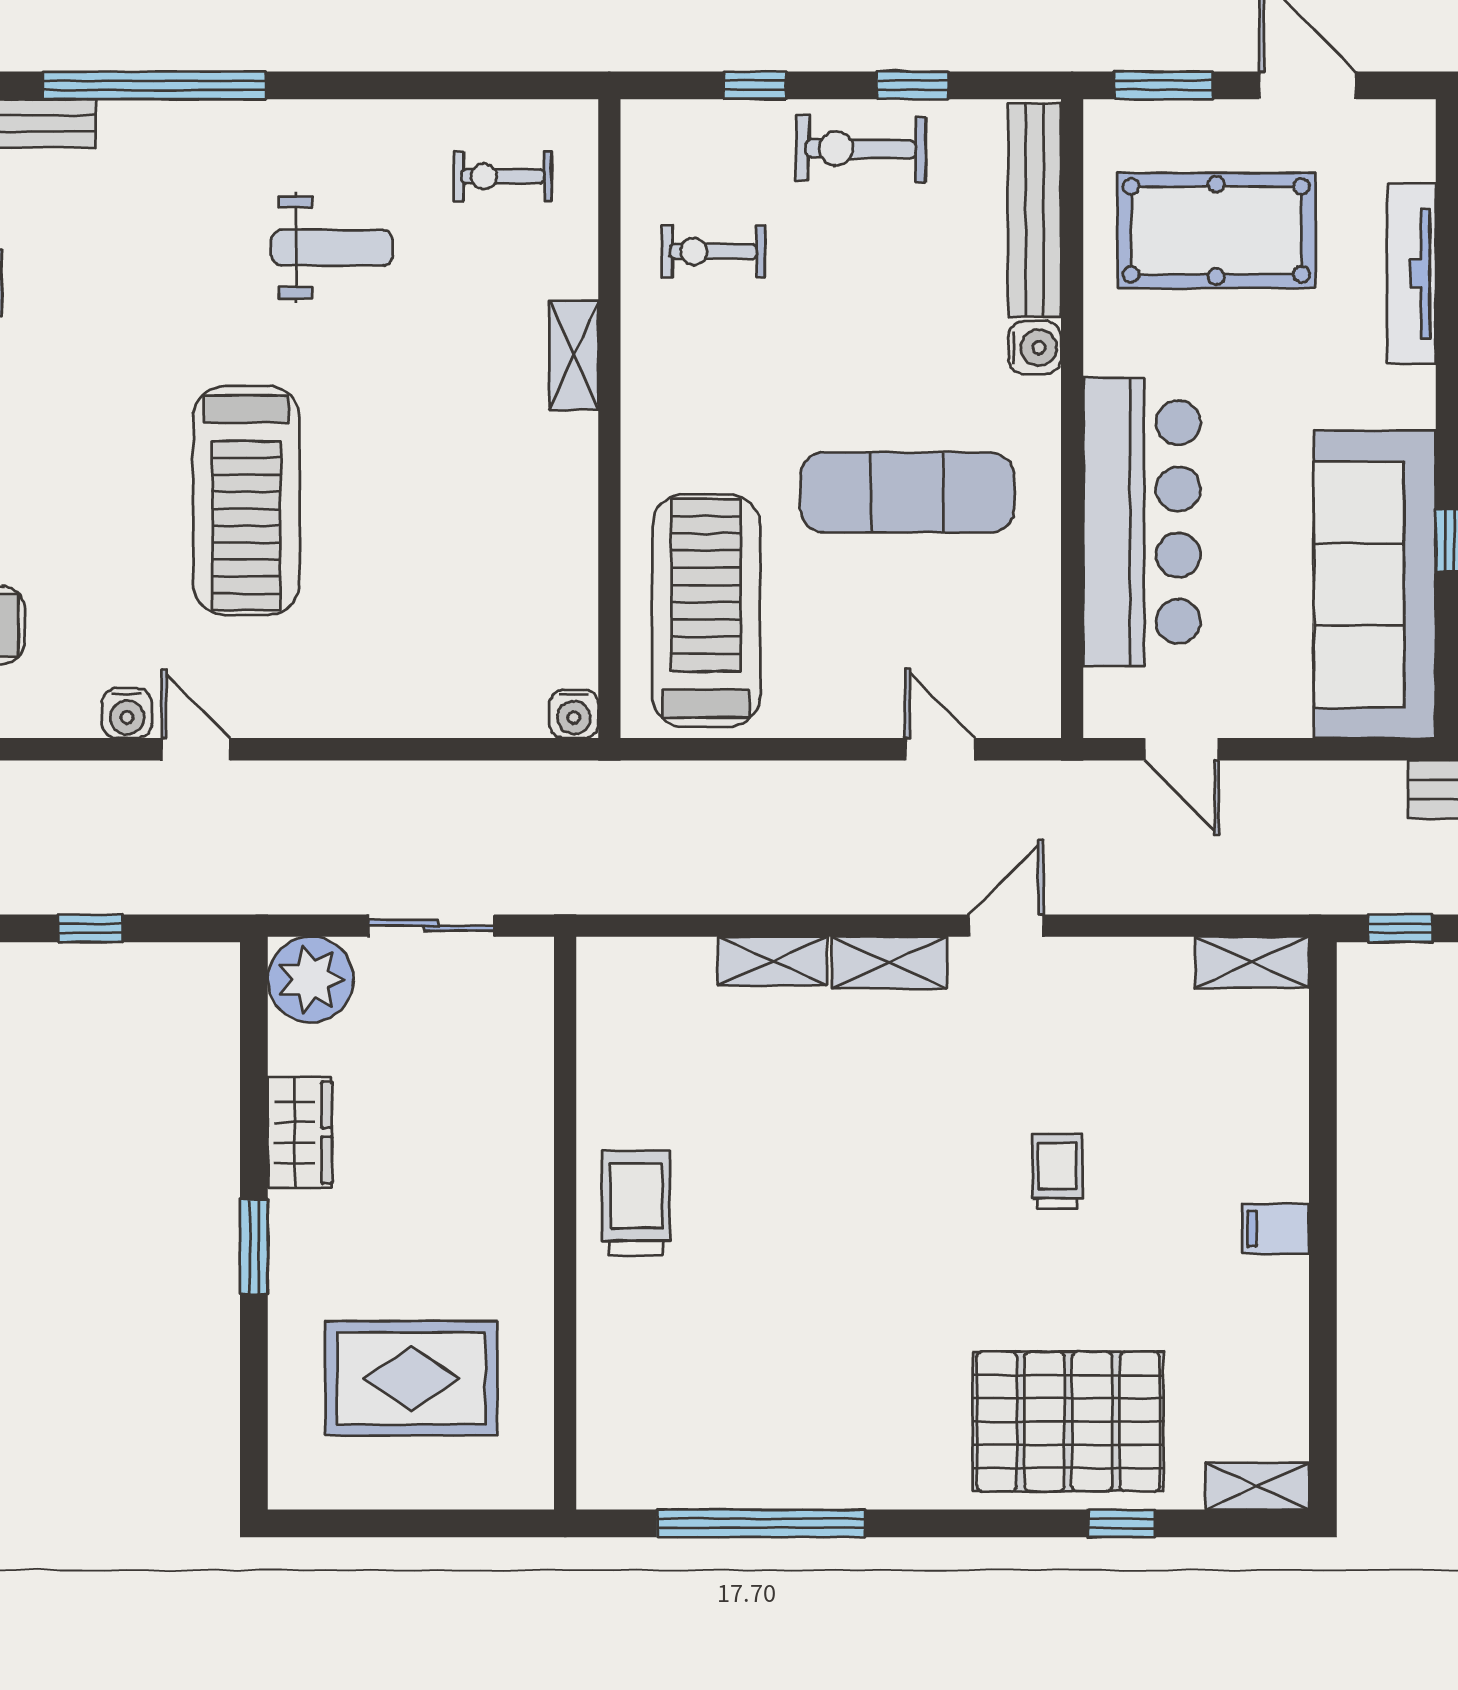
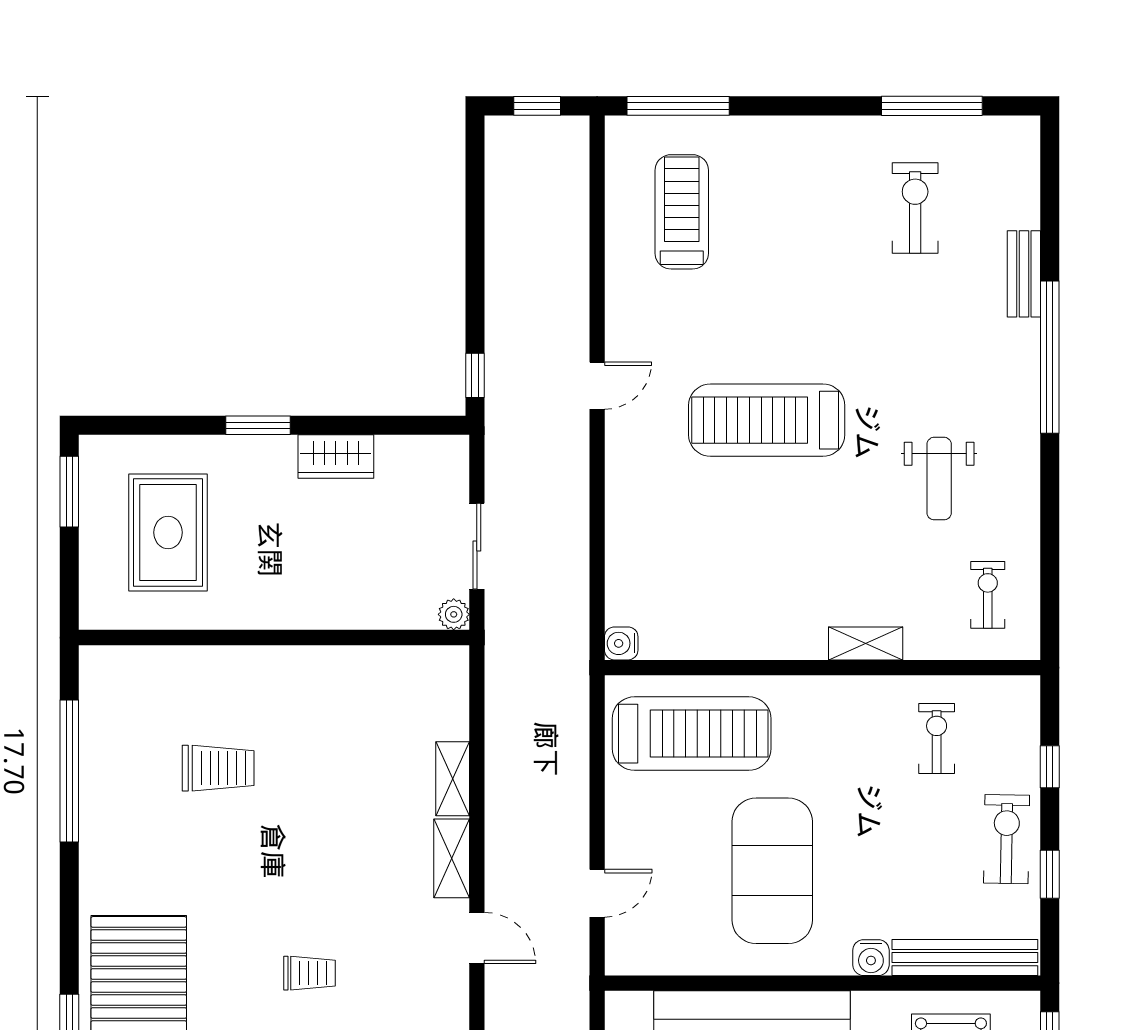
exercise mat: (907, 492) -> (772, 871), width x1.47
water cooler: (127, 713) -> (622, 339), removed
window: (90, 928) -> (475, 375), moved
plant: (311, 980) -> (454, 614), moved, width x0.53, depth x0.53
trolley: (636, 1203) -> (218, 768), moved
window: (351, 1523) -> (69, 492), added

